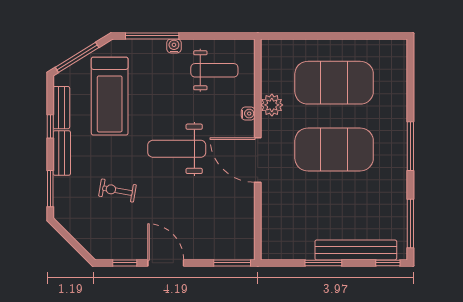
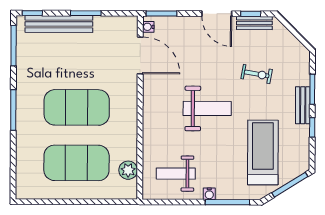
plant: (272, 105) -> (128, 170), moved
bench: (61, 108) -> (254, 23), moved, turned 90
water cooler: (248, 114) -> (148, 27), moved
door: (258, 160) -> (140, 55), moved
window: (50, 189) -> (312, 89), moved

